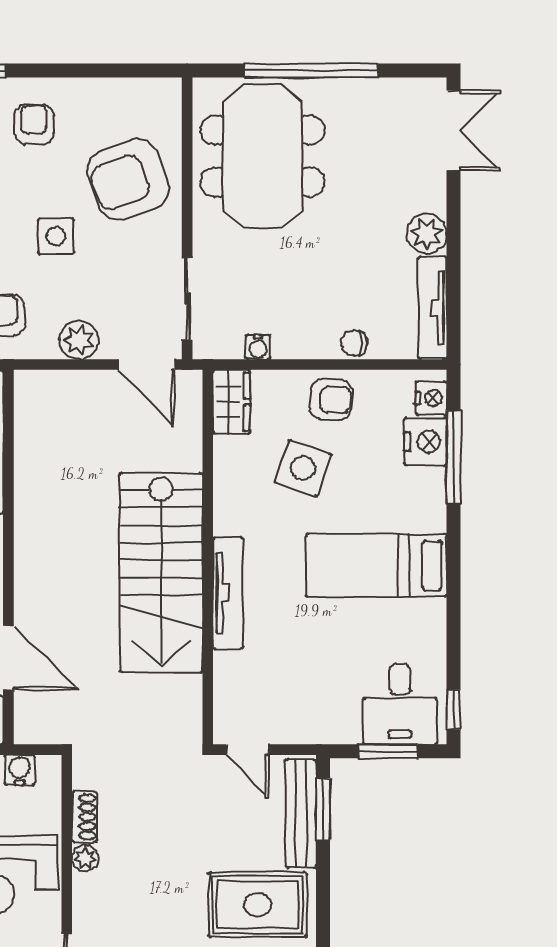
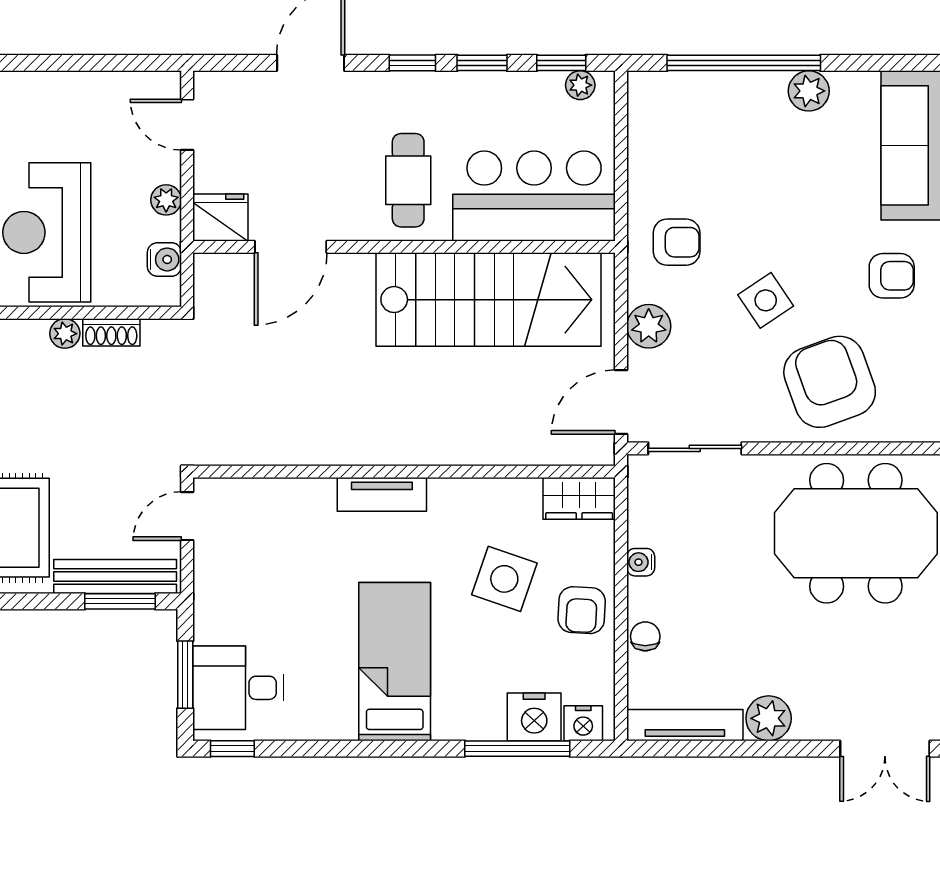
side table: (56, 236) -> (766, 300), turned -34
water cooler: (258, 347) -> (641, 562), moved
stairs: (161, 573) -> (489, 300), moved, turned 180
tv unit: (228, 593) -> (382, 494), width x0.71

